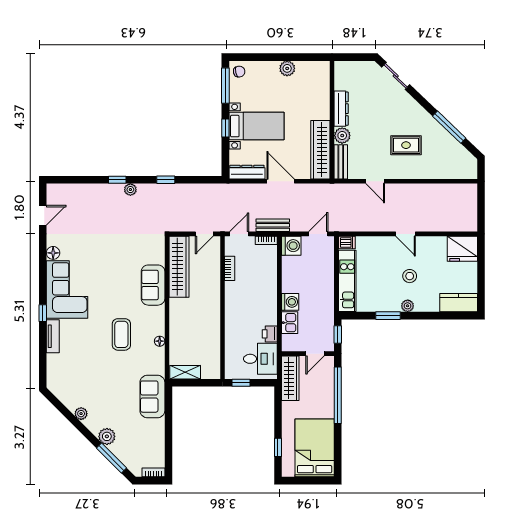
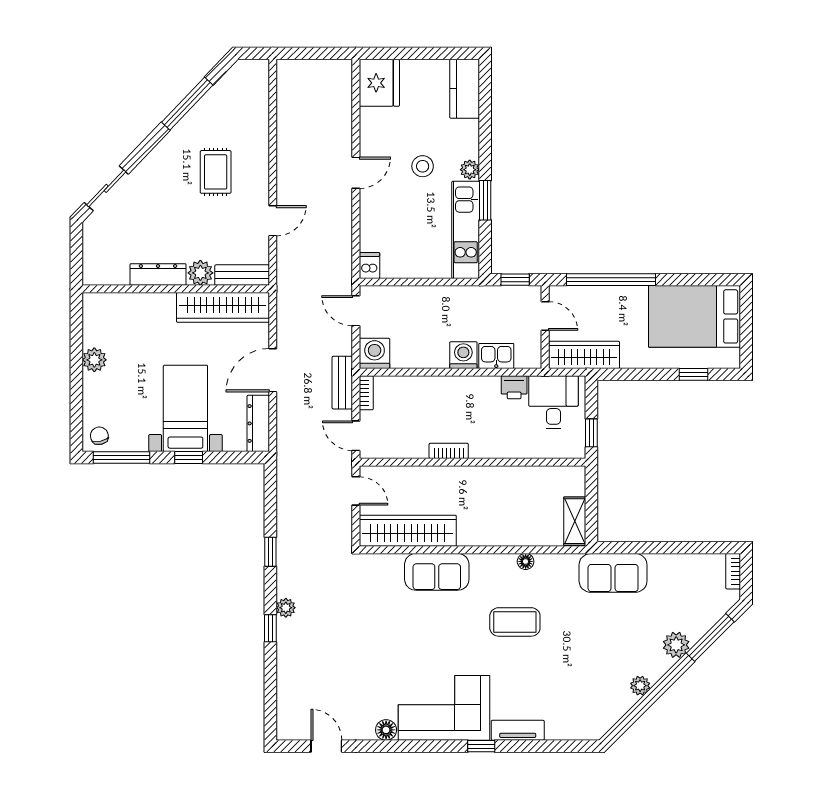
bookcase: (230, 268) -> (449, 451), moved
kitchen unit: (347, 281) -> (466, 230), moved, turned -90

